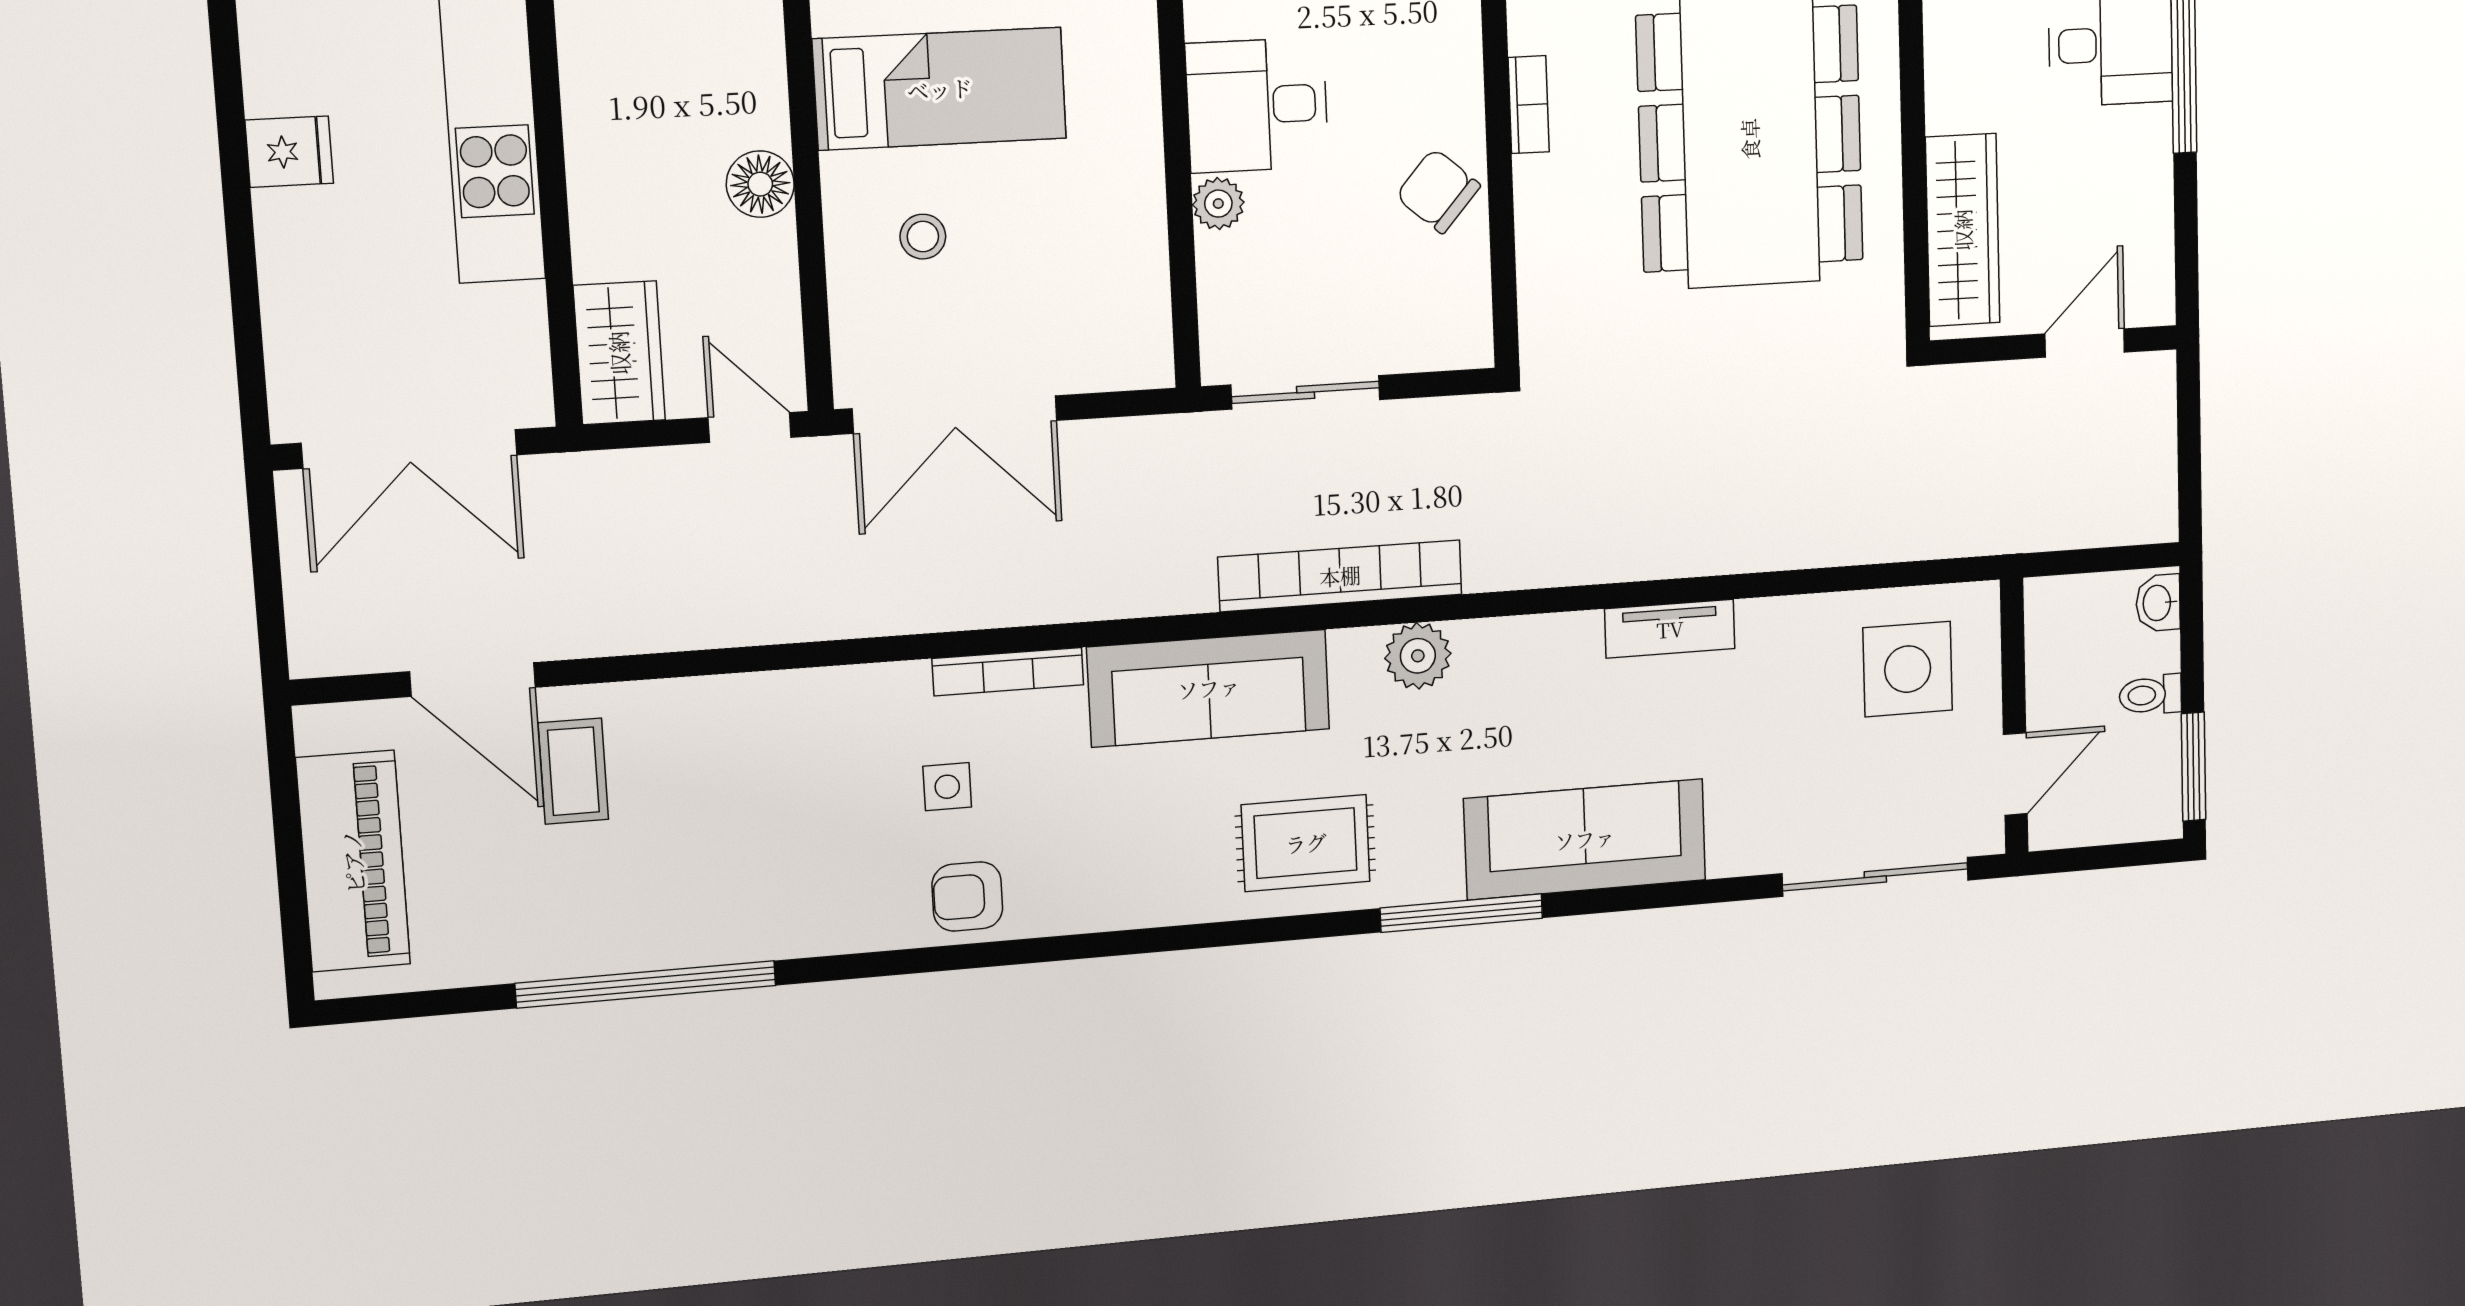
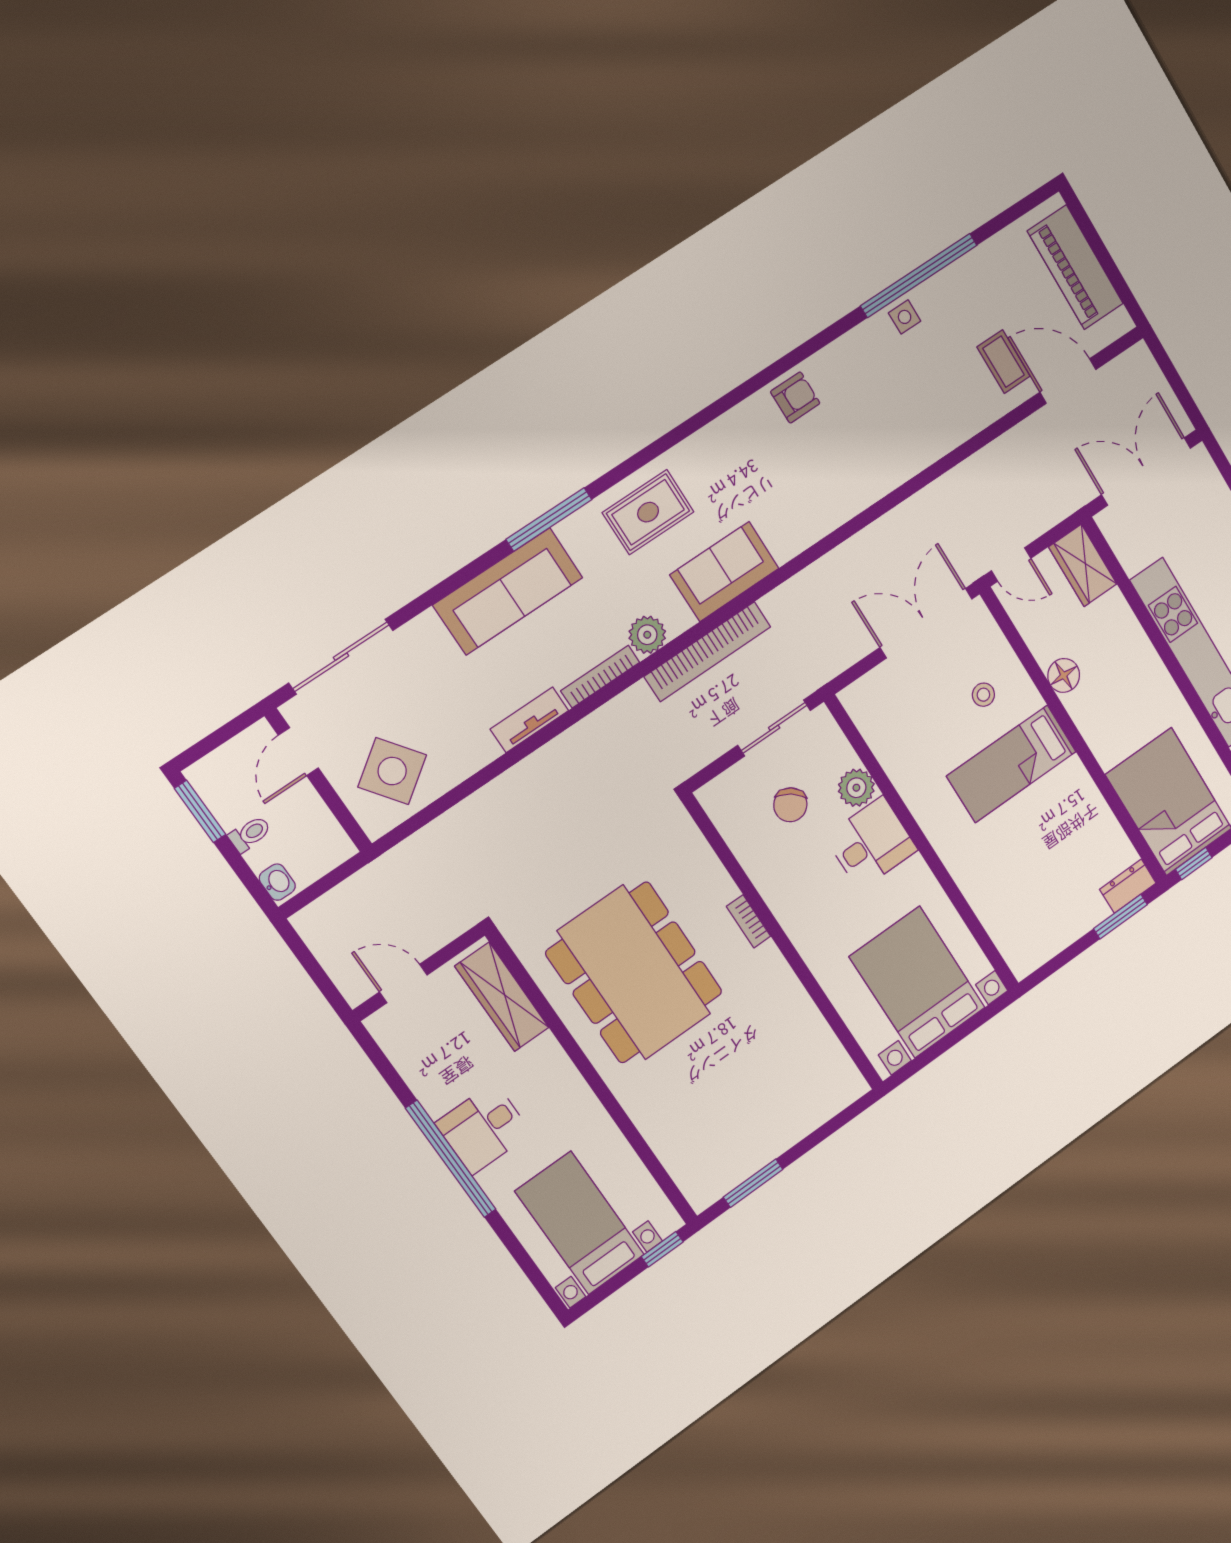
chair: (1438, 191) -> (790, 805), moved, turned 86
plant: (1218, 204) -> (856, 788), width x1.38, depth x1.38
door: (2085, 343) -> (403, 983), swing flipped
side table: (1908, 669) -> (392, 771), turned -36
bookcase: (1008, 672) -> (600, 677), moved
sofa: (1209, 688) -> (724, 572), width x0.73
side table: (947, 787) -> (905, 317), moved

